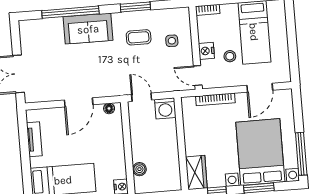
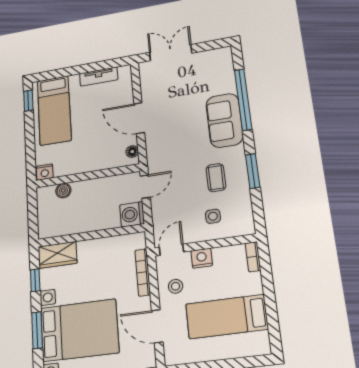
stool: (230, 56) -> (176, 286), moved

